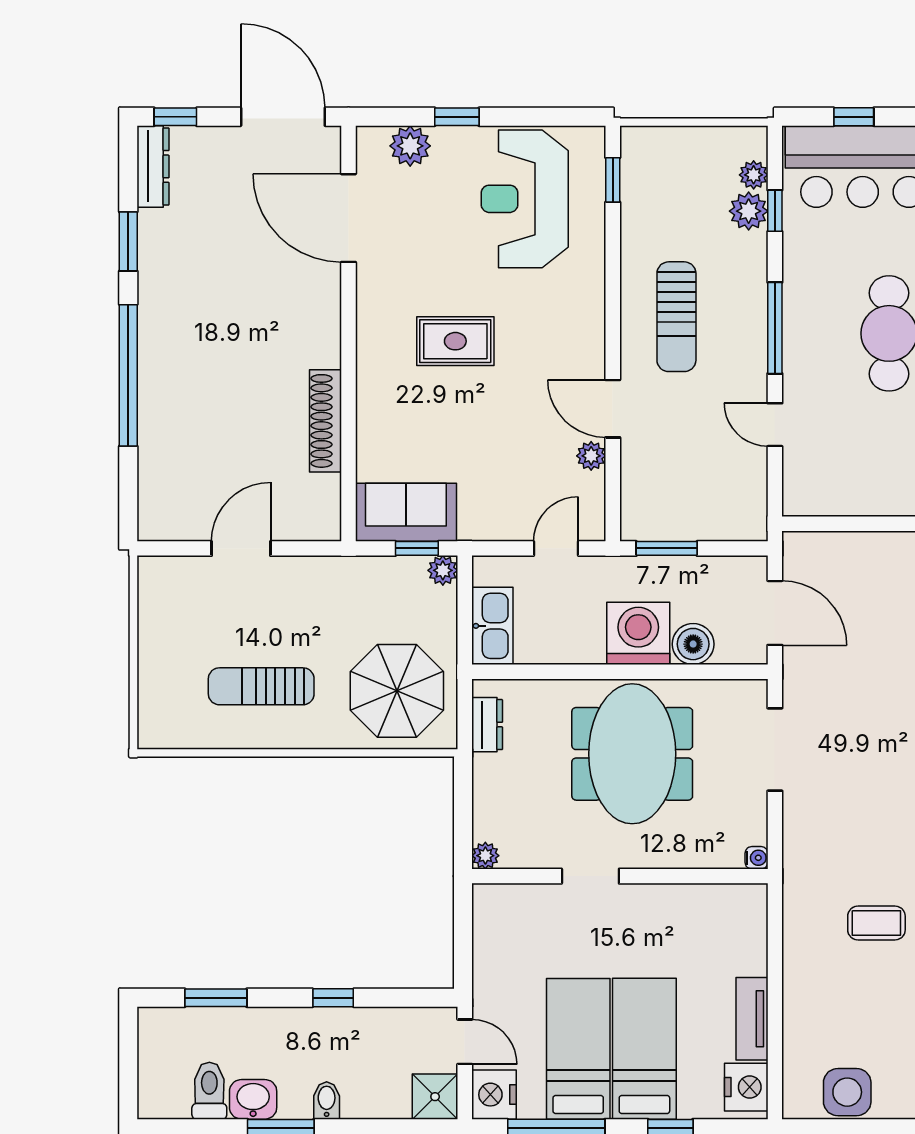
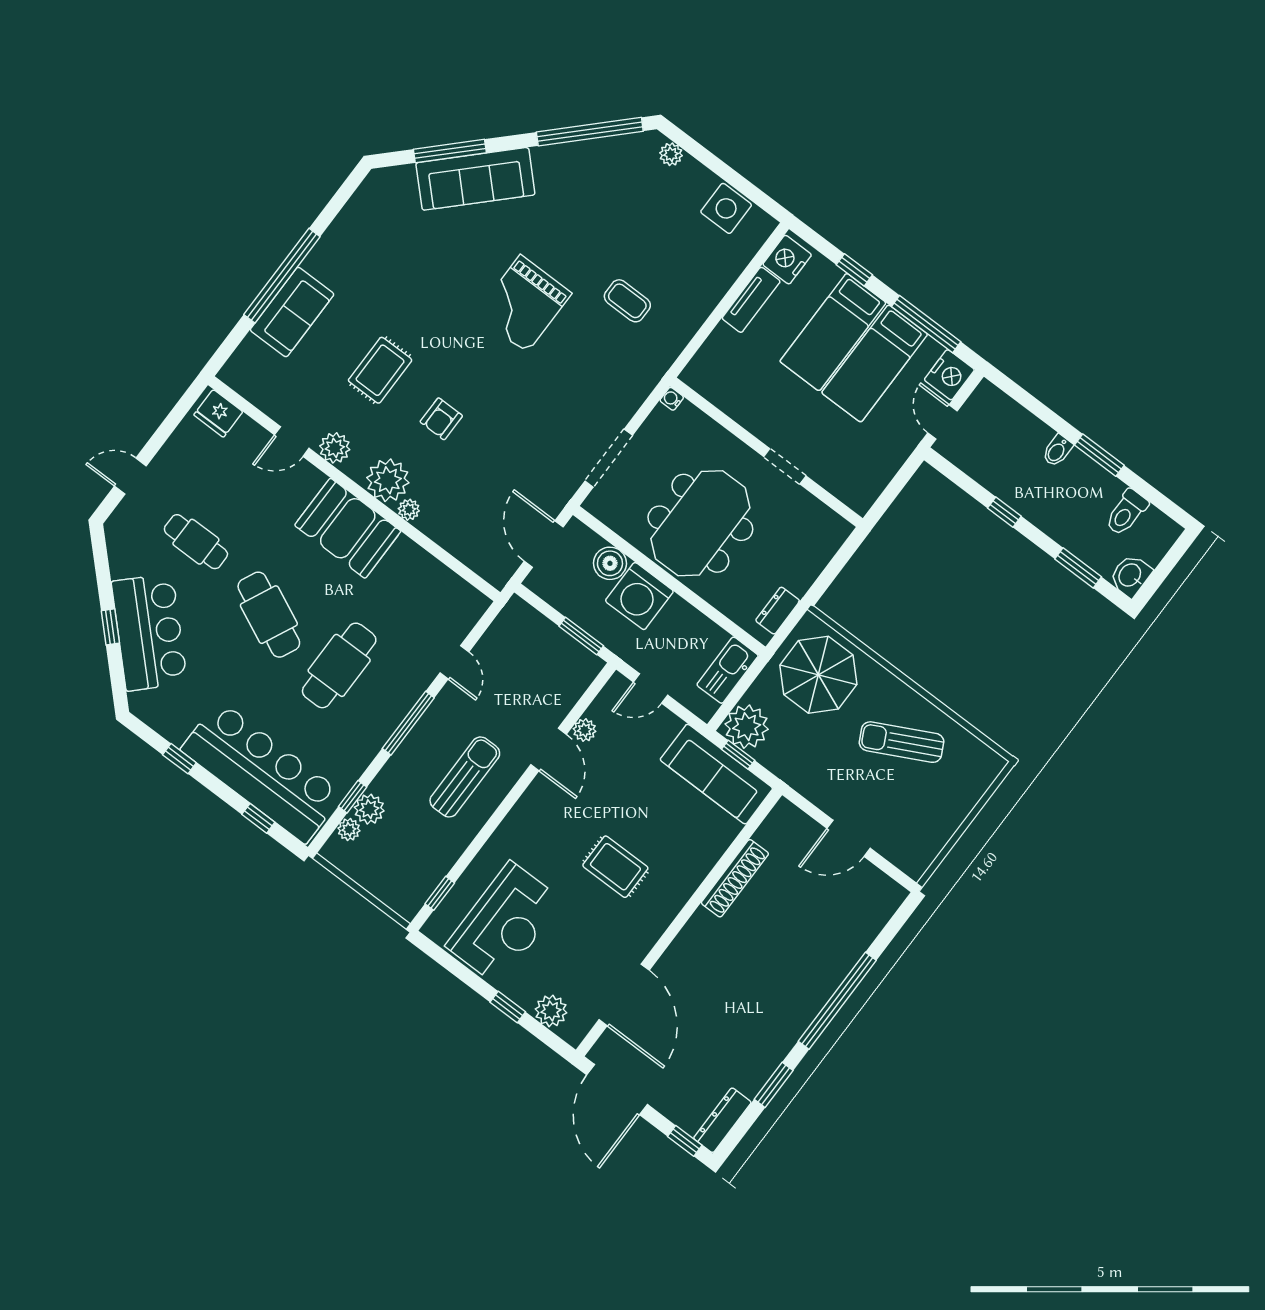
sofa: (406, 512) -> (716, 774), width x1.36
plant: (443, 570) -> (747, 727), width x1.88, depth x1.88
sun lounger: (261, 686) -> (902, 742), turned 153
plant: (485, 856) -> (841, 529), removed
shower: (435, 1097) -> (987, 402), removed
washbasin: (253, 1099) -> (1130, 576), moved, turned 90

